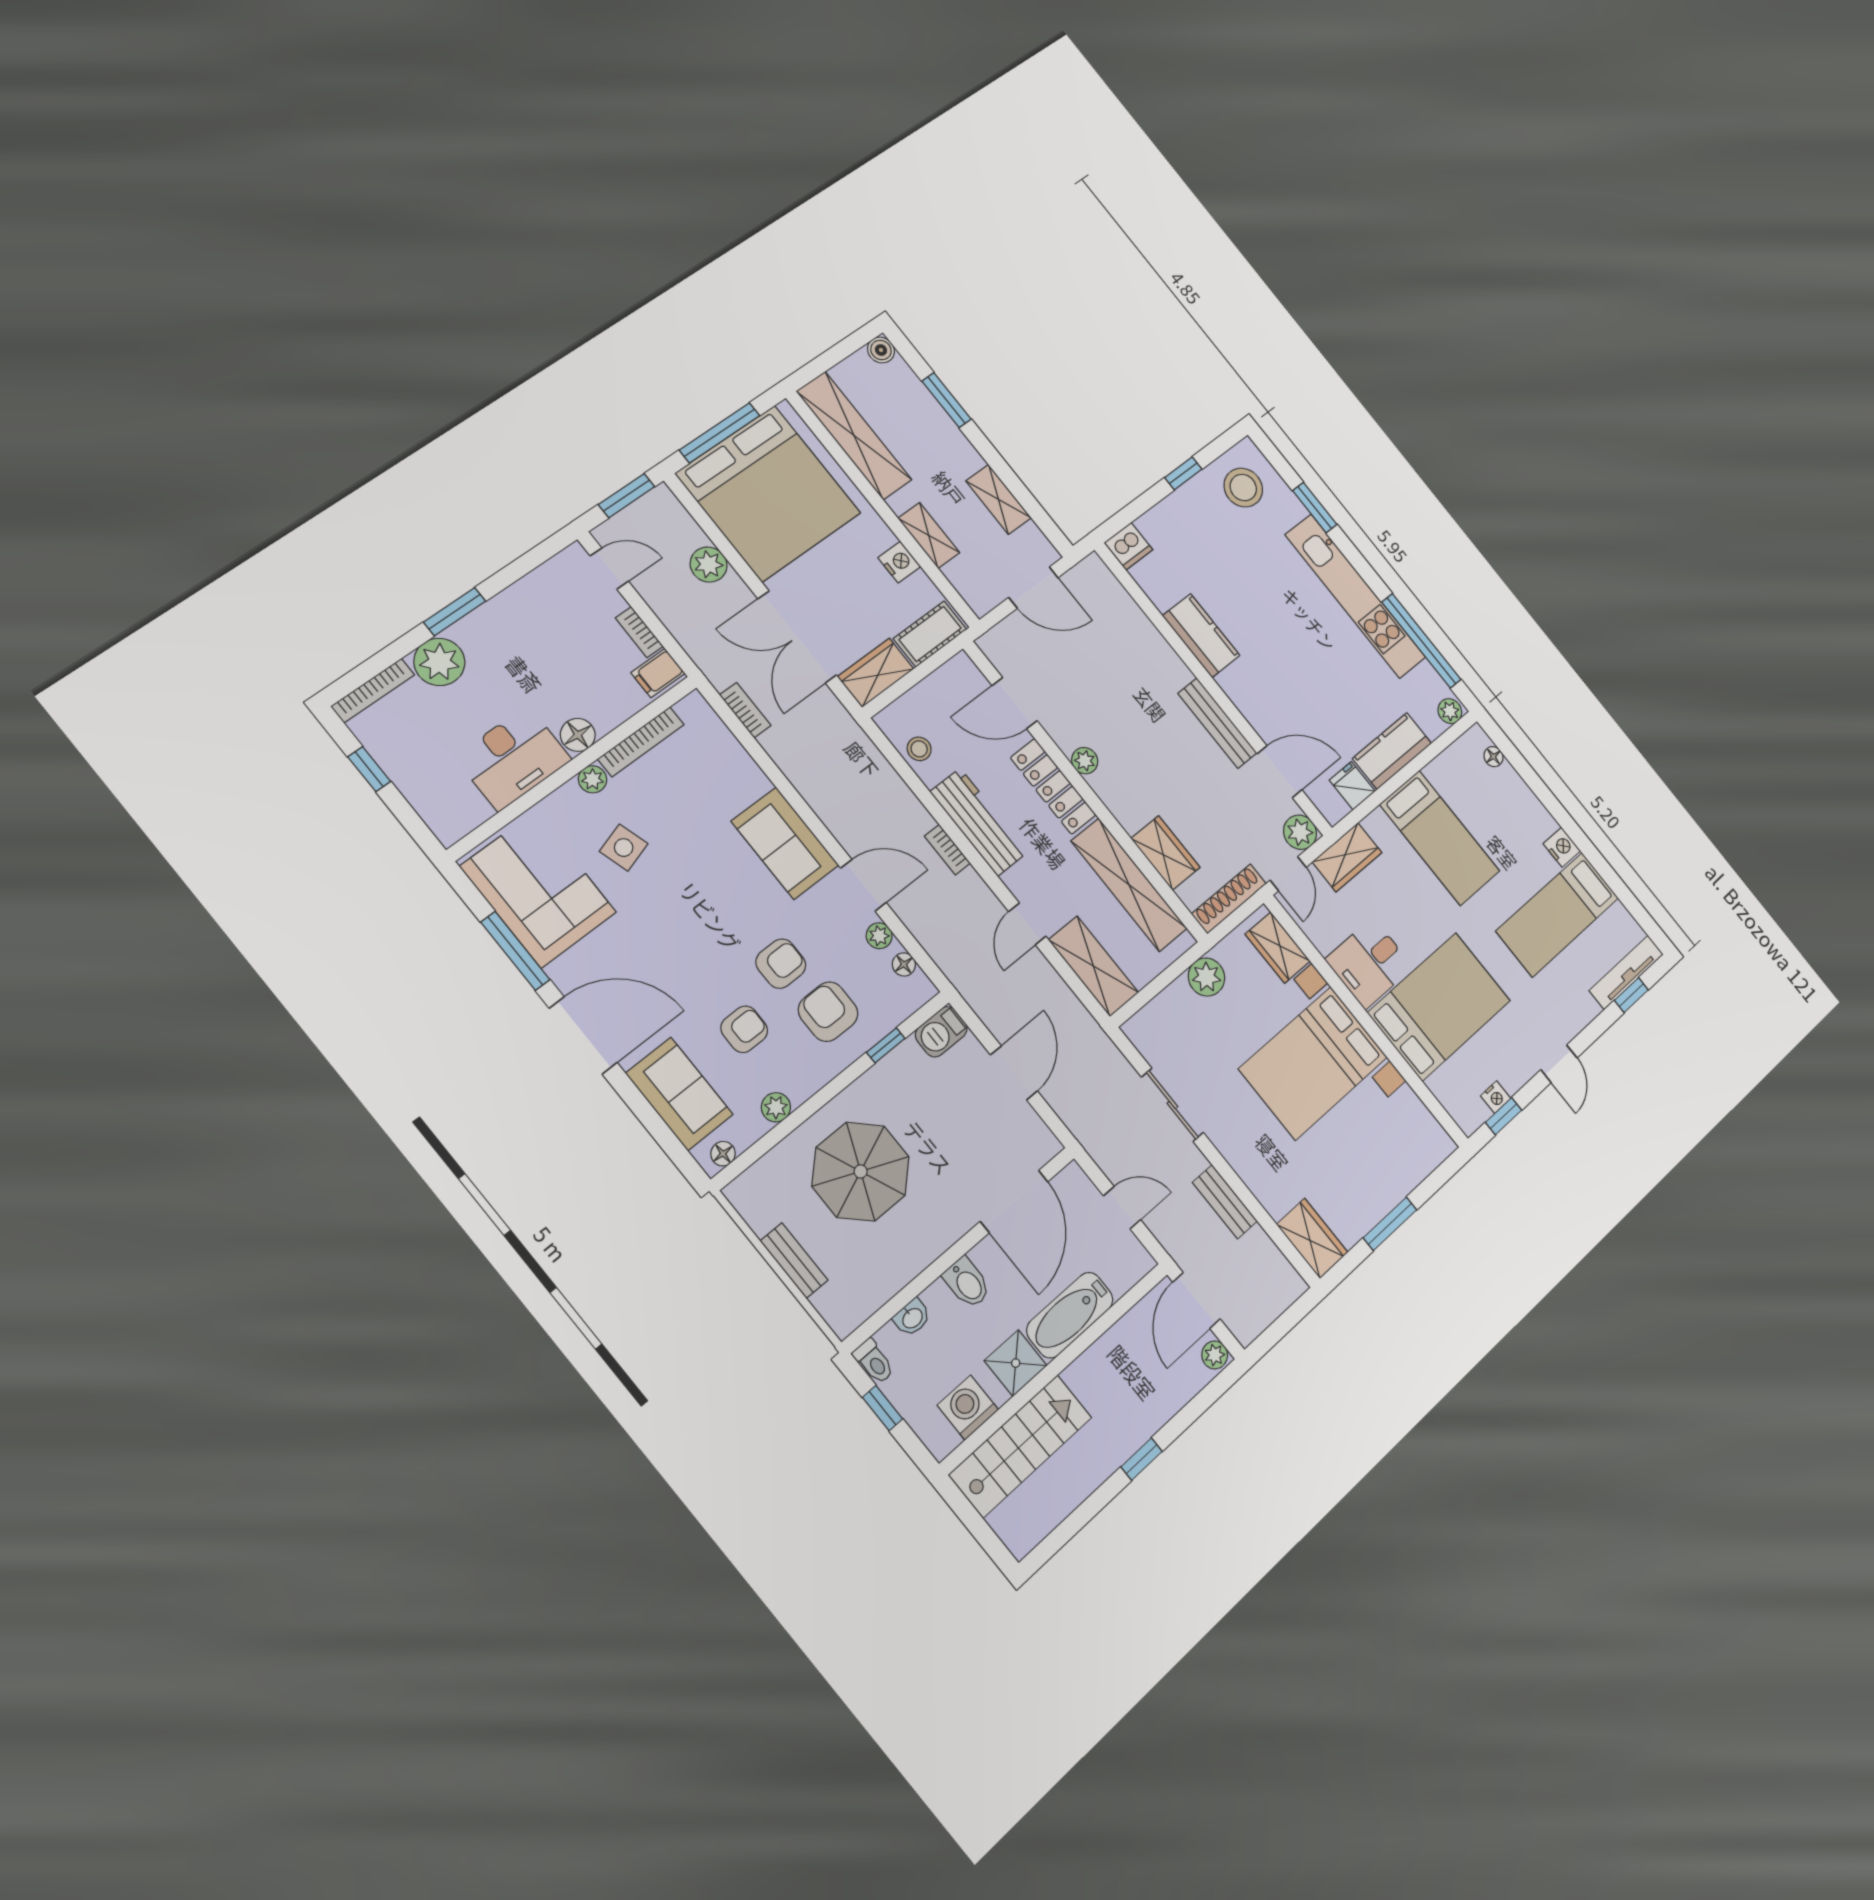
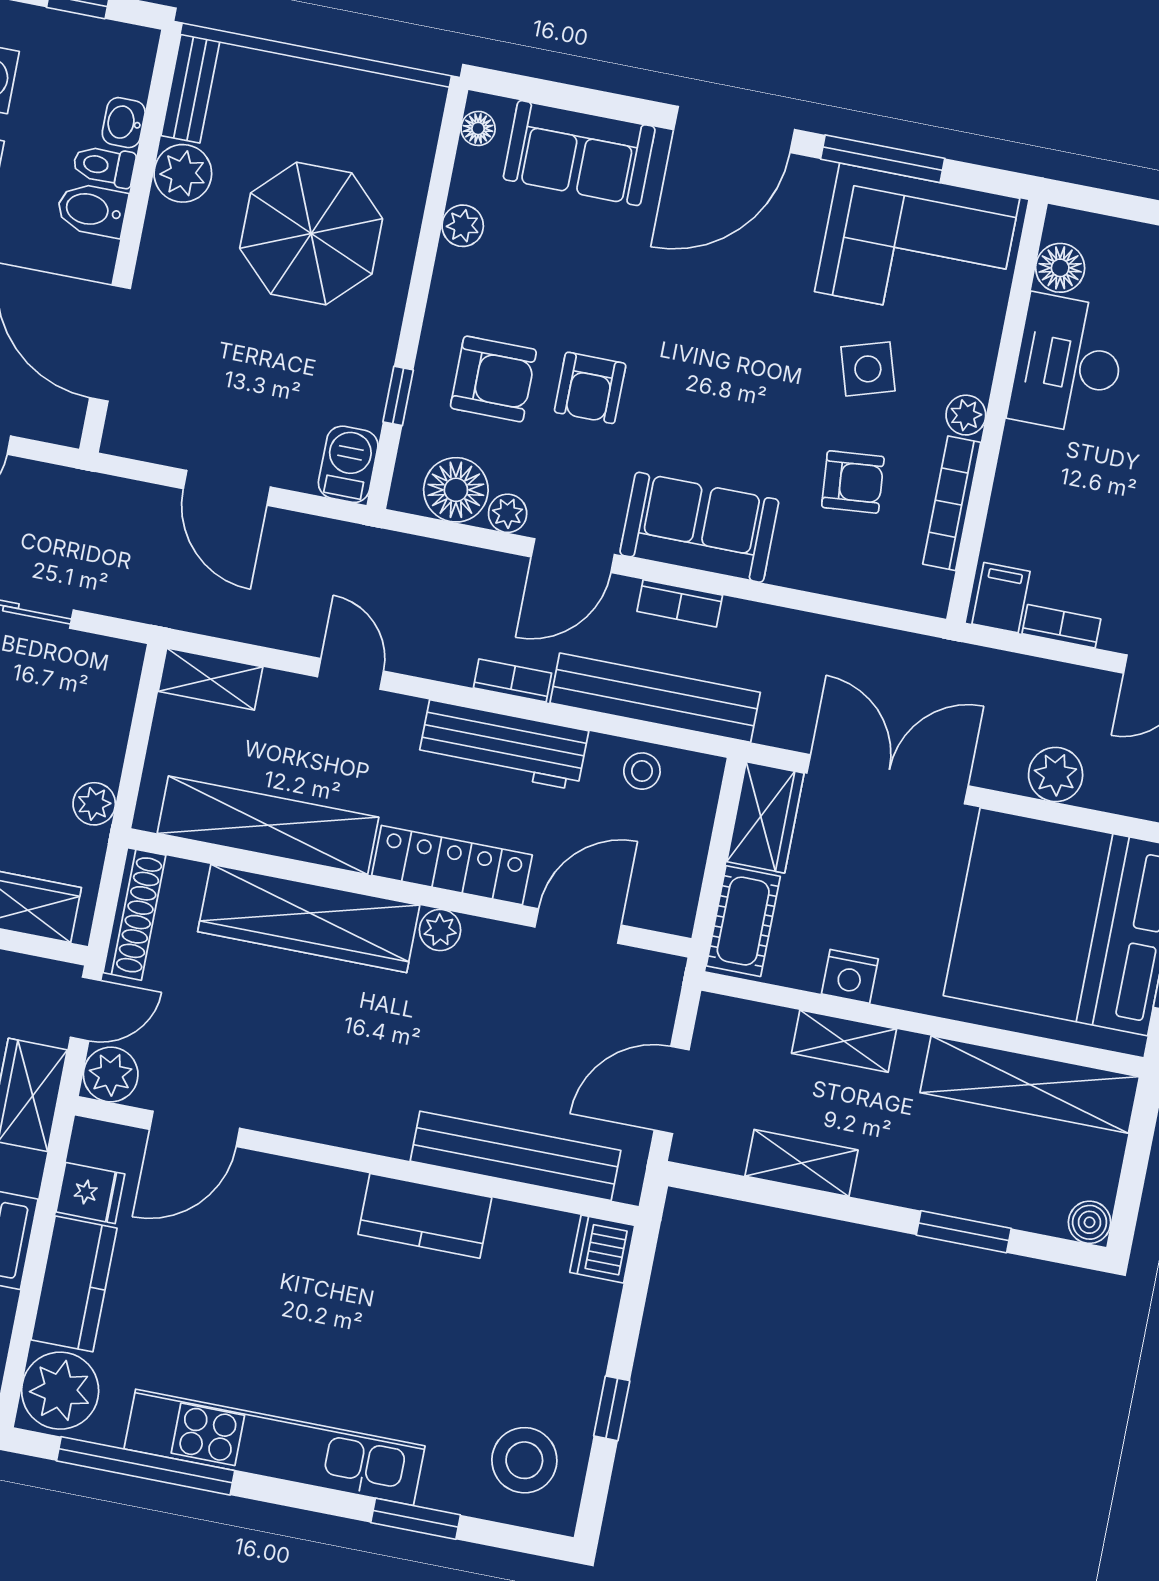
bookcase: (745, 710) -> (680, 603), moved
plant: (1450, 711) -> (60, 1391), width x1.87, depth x1.87
bench: (1217, 723) -> (515, 1156), moved, width x1.37, depth x1.21
floor lamp: (578, 735) -> (1060, 268), moved
bench: (882, 779) -> (655, 698), added
wardrobe: (1165, 853) -> (309, 918), width x2.10, depth x1.17
door: (1288, 874) -> (86, 1009), swing flipped
floor lamp: (904, 964) -> (456, 490), width x1.89, depth x1.89
shelving: (1093, 966) -> (210, 679), width x0.67, depth x0.75
plant: (1207, 977) -> (94, 804), width x0.73, depth x0.73
armchair: (744, 1029) -> (853, 482), moved, turned -95
bench: (794, 1261) -> (190, 88), moved, turned 90
plant: (903, 1262) -> (183, 173), added
toilet: (874, 1361) -> (104, 166), moved

